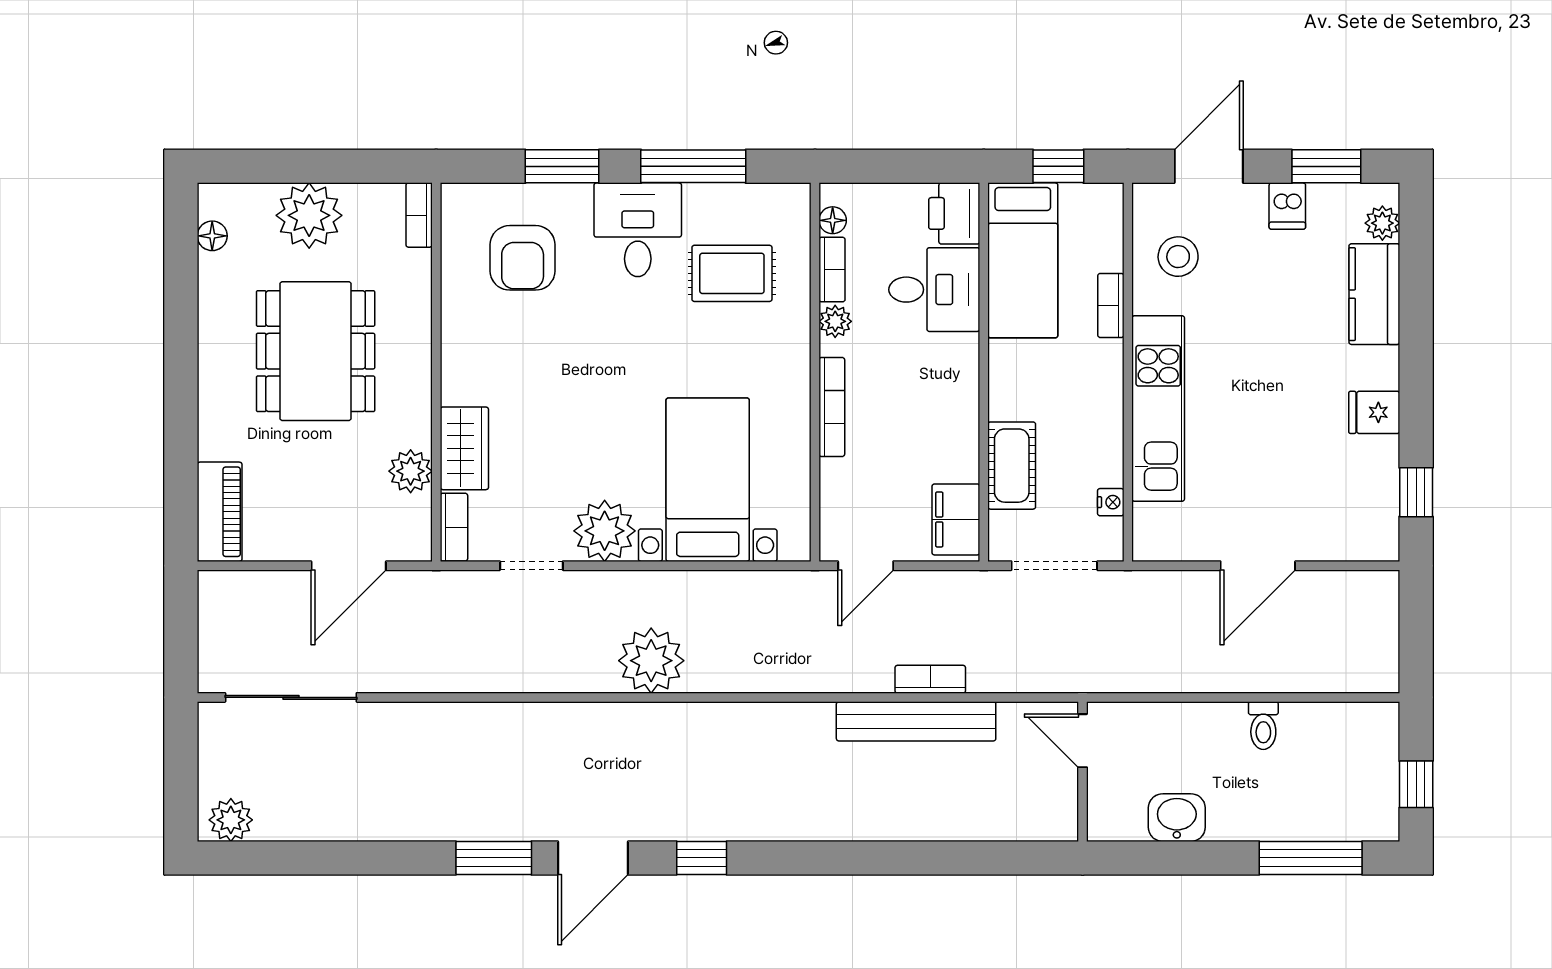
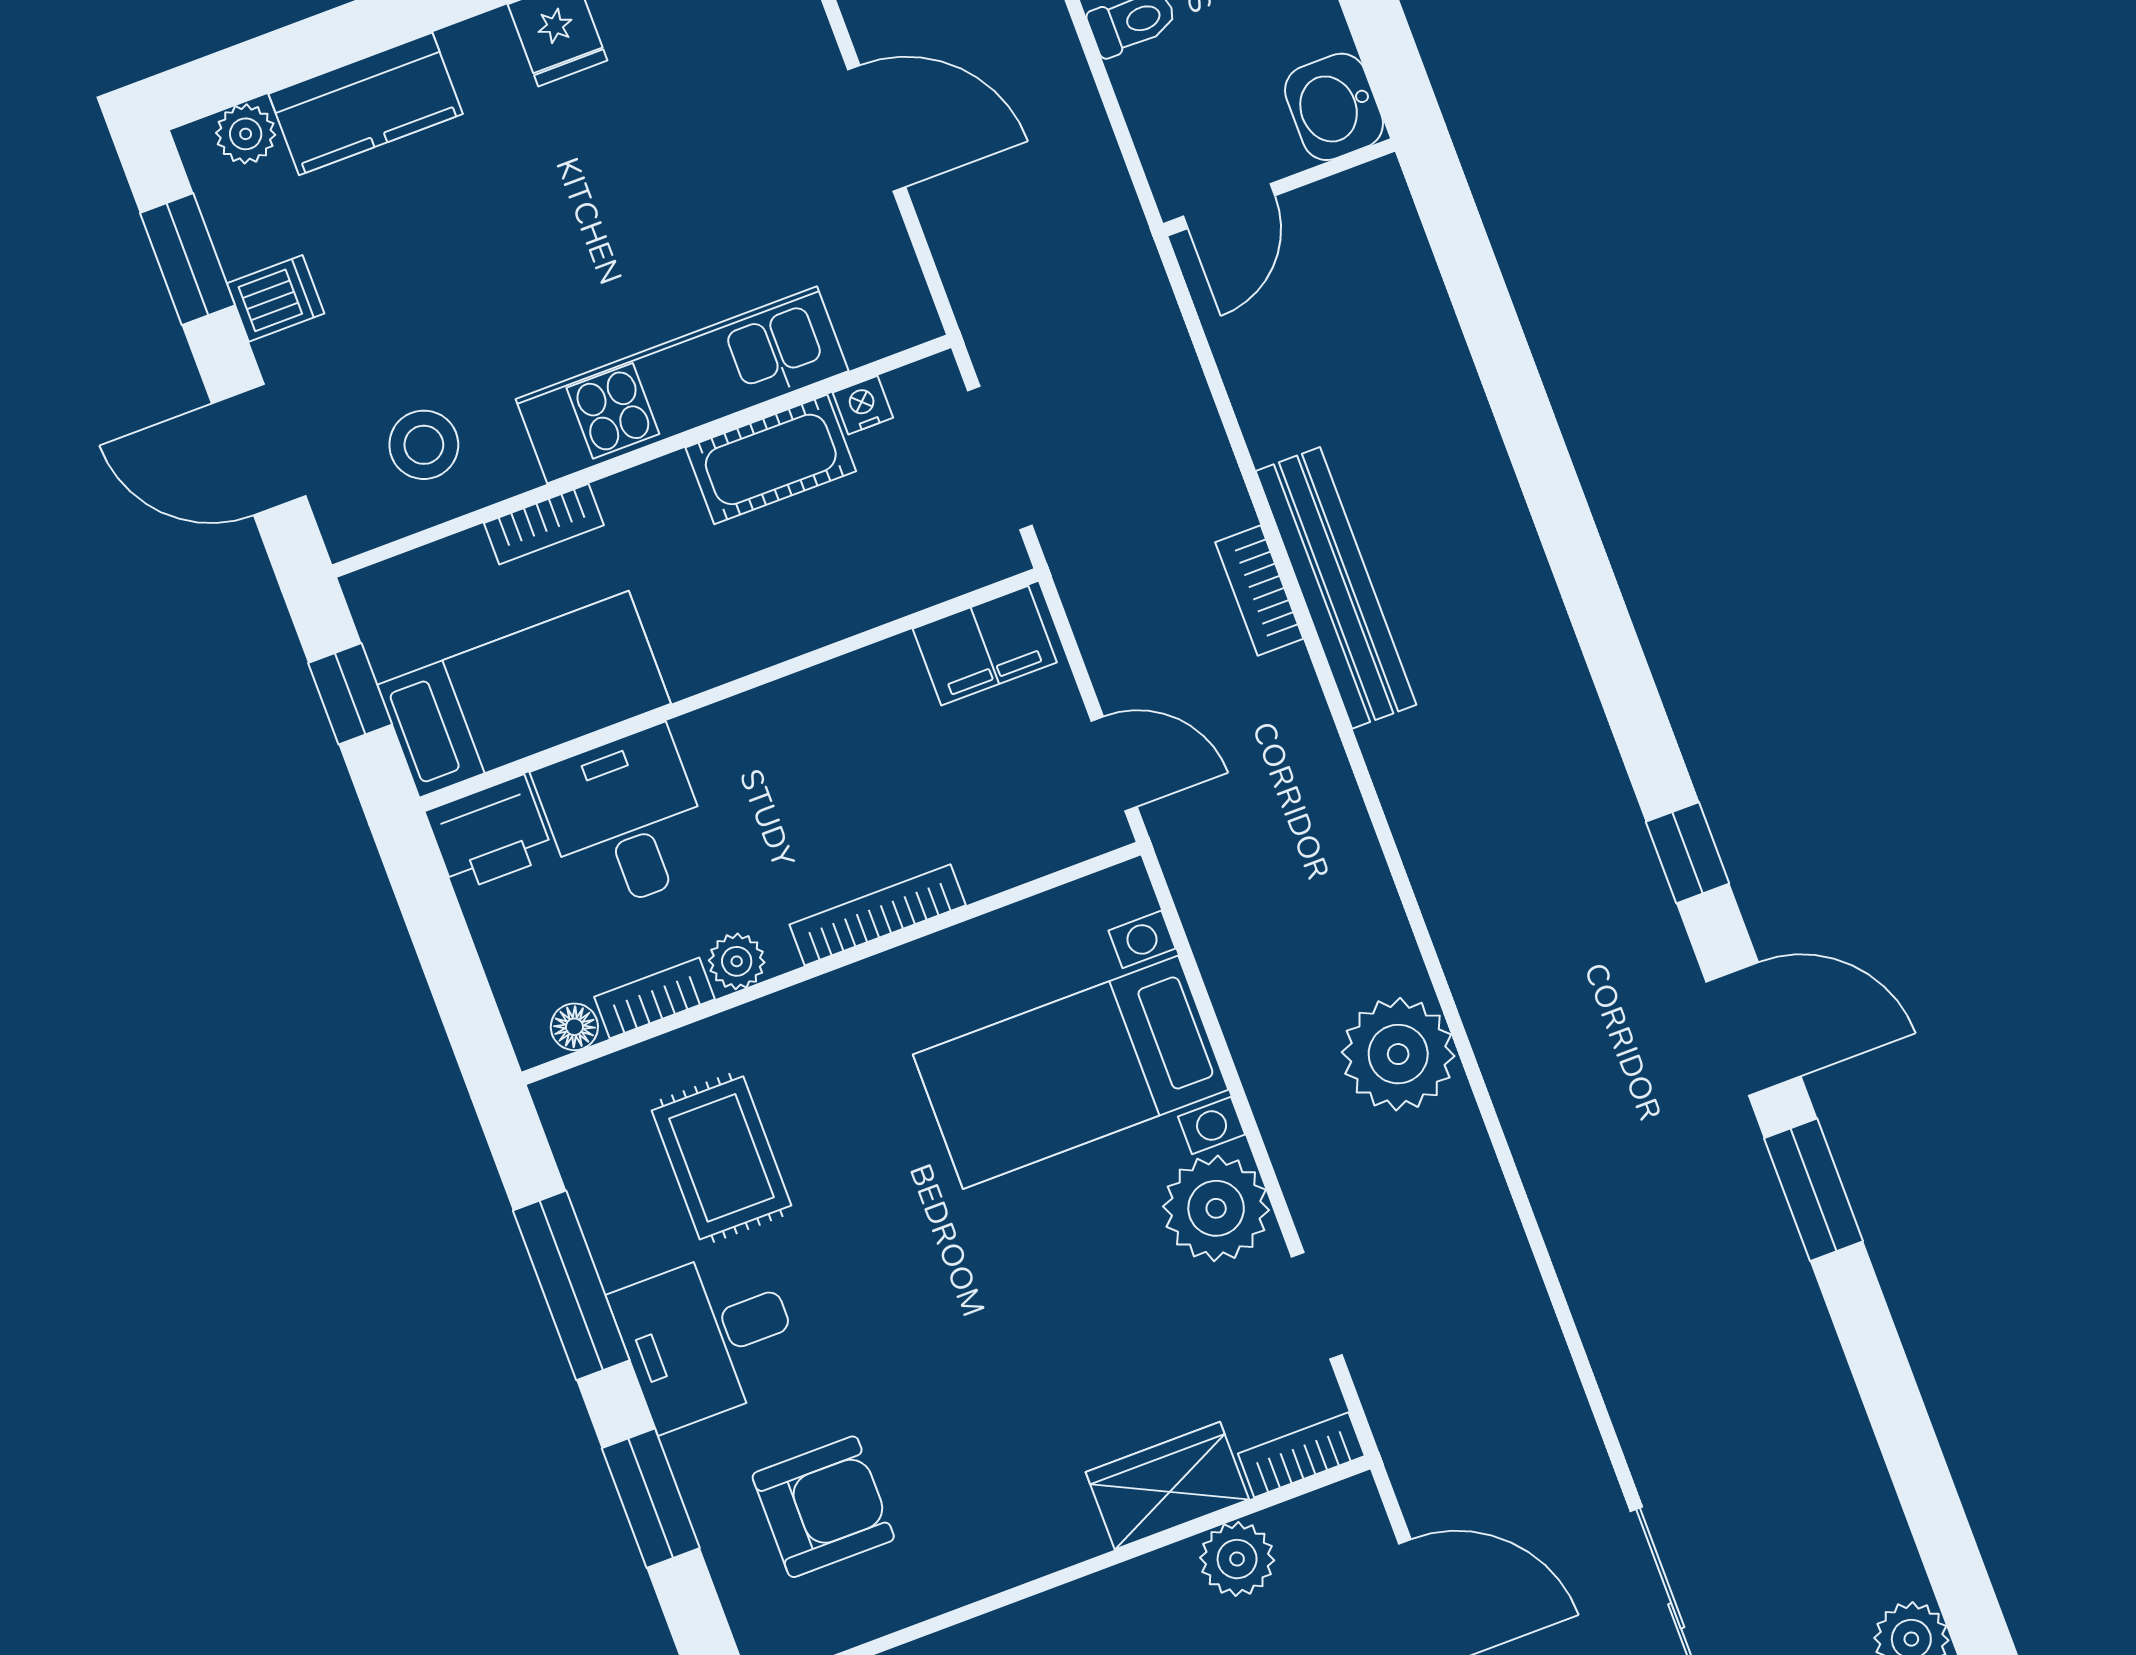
cot: (1012, 466) -> (771, 459), moved
door: (1083, 741) -> (1229, 206), moved
wall: (1083, 772) -> (1279, 187), moved

